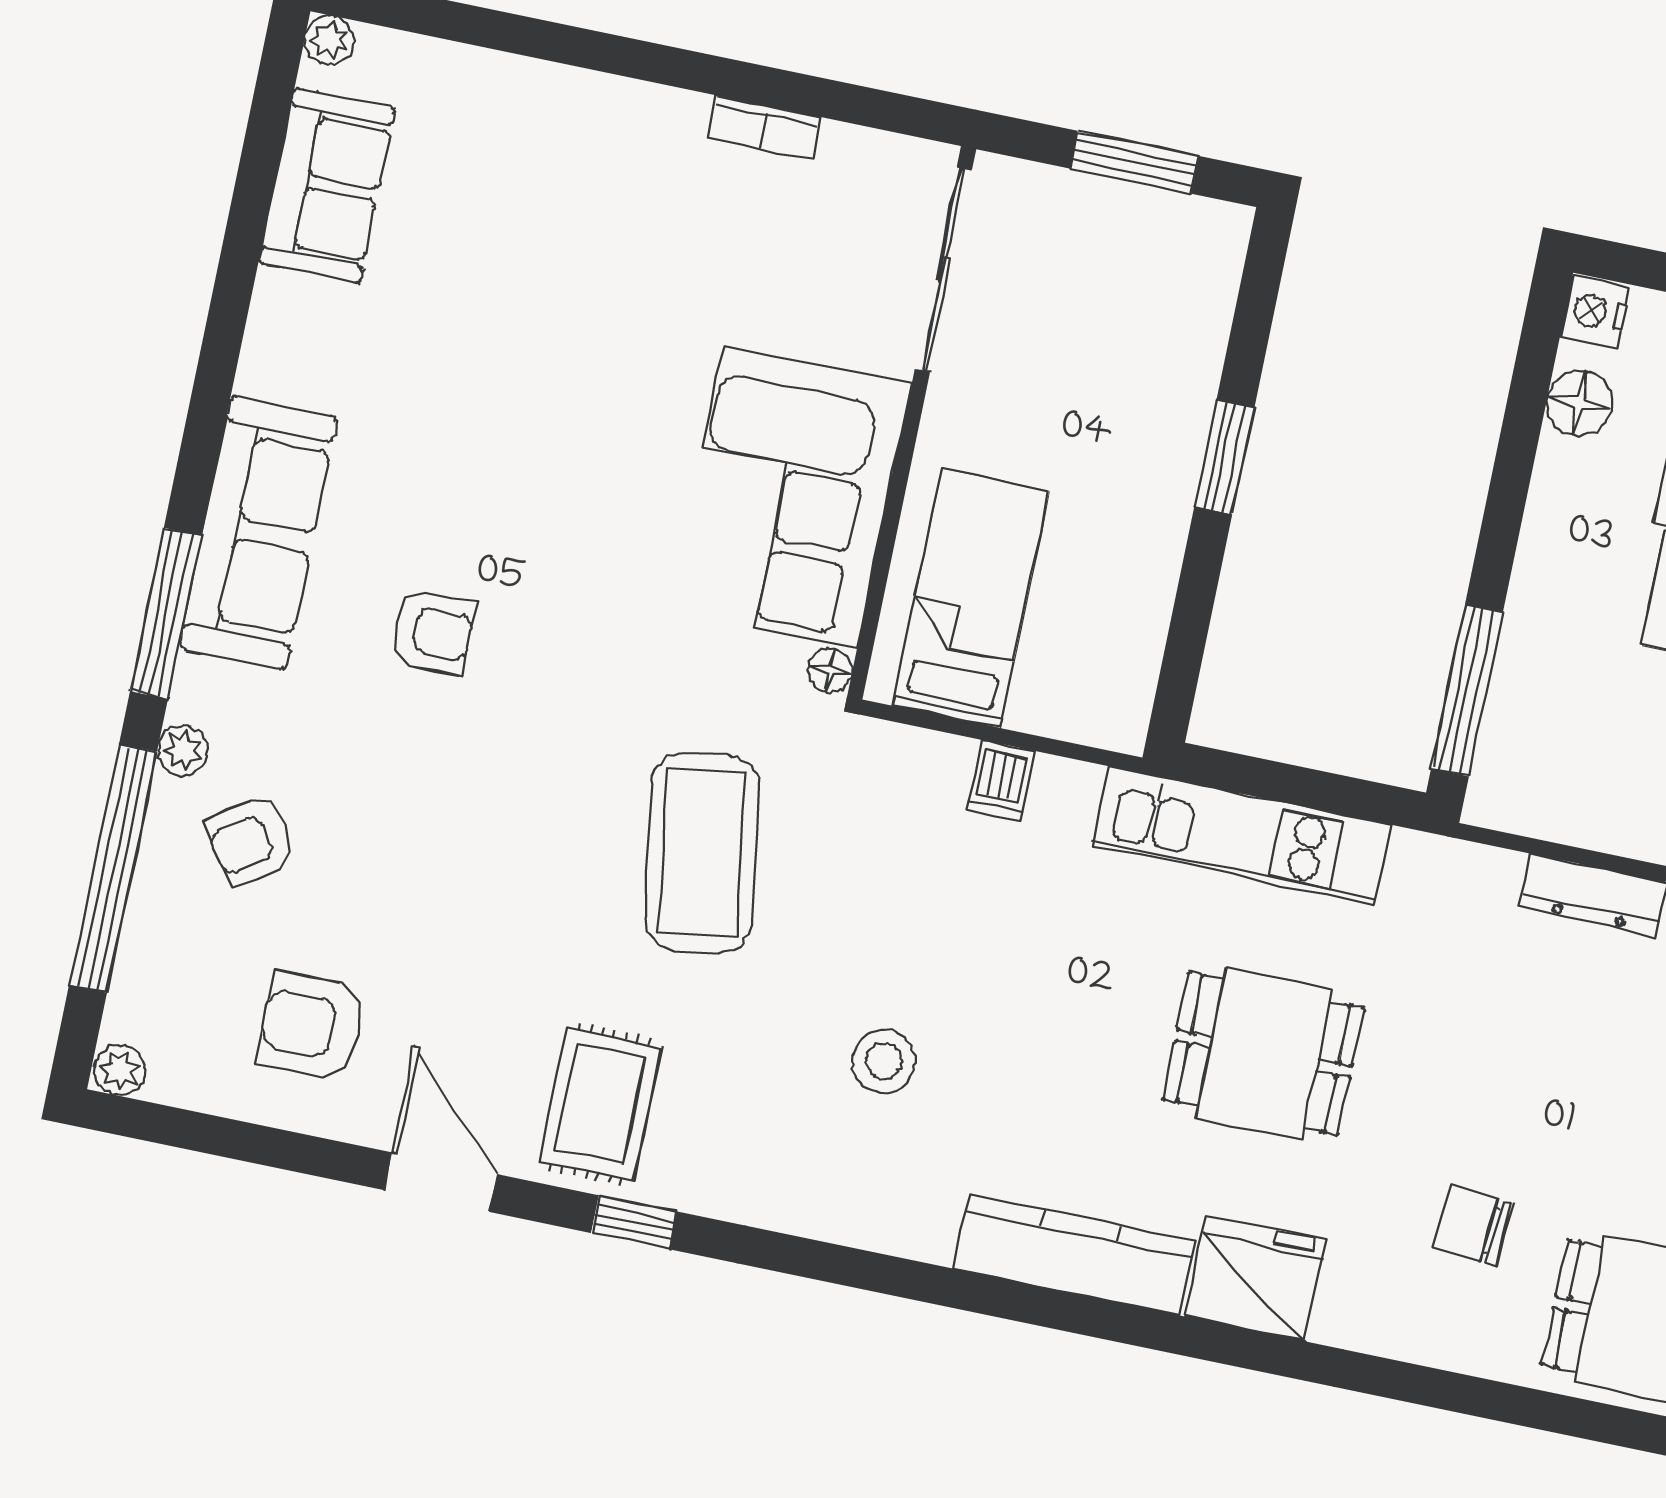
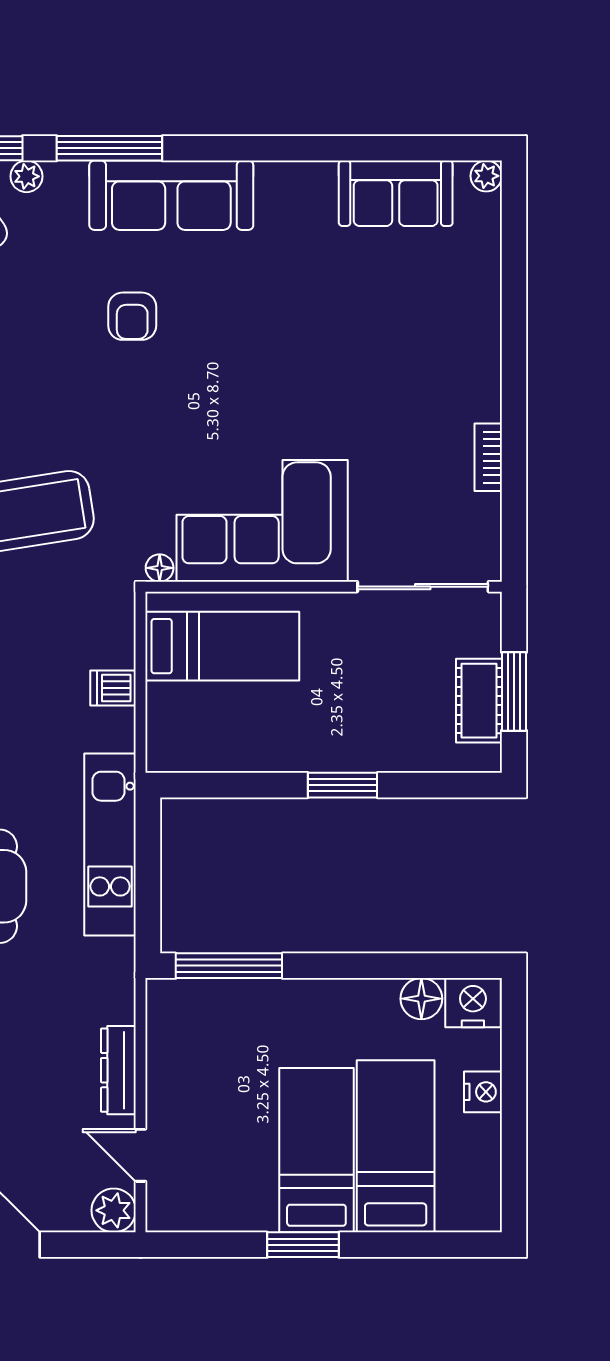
cot: (1137, 219) -> (479, 701), added
nightstand: (1595, 312) -> (473, 1003), width x1.36, depth x1.33

